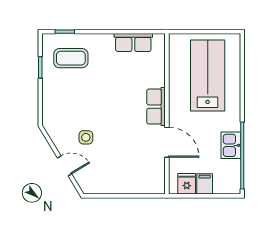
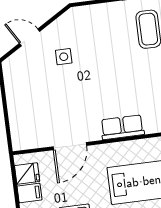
row of seats: (156, 107) -> (122, 127), moved
door: (65, 166) -> (30, 37), swing flipped

